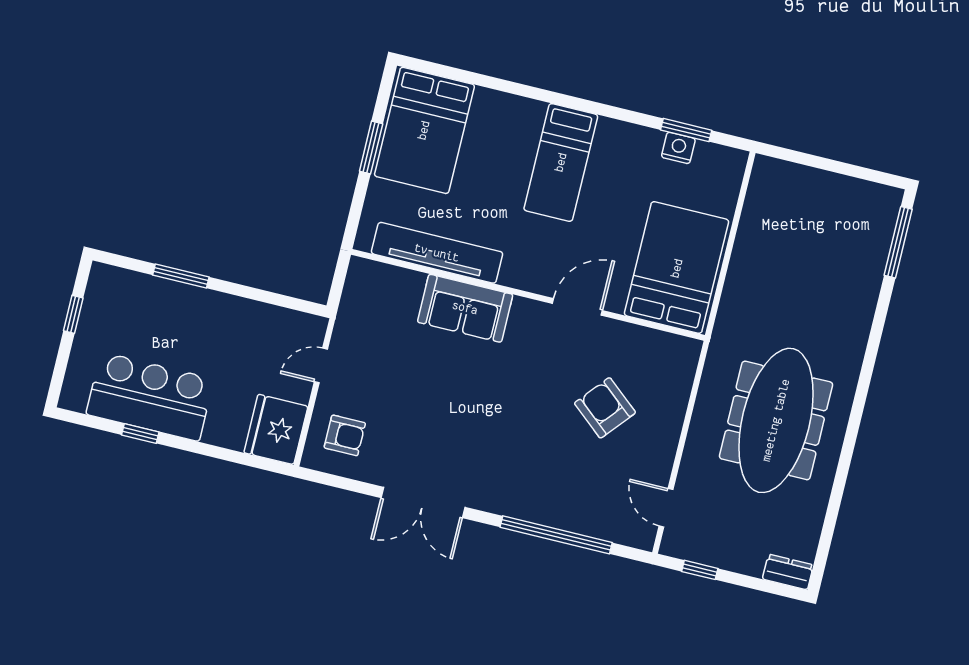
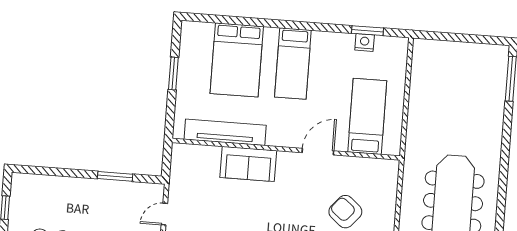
bed: (424, 130) -> (237, 60), moved
bed: (677, 268) -> (367, 116), width x0.67
window: (181, 276) -> (115, 176), moved

